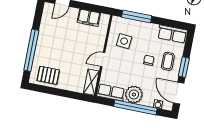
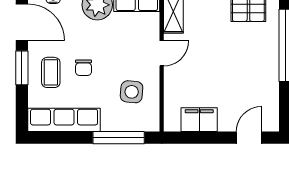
row of seats: (172, 34) -> (64, 120), width x1.48

